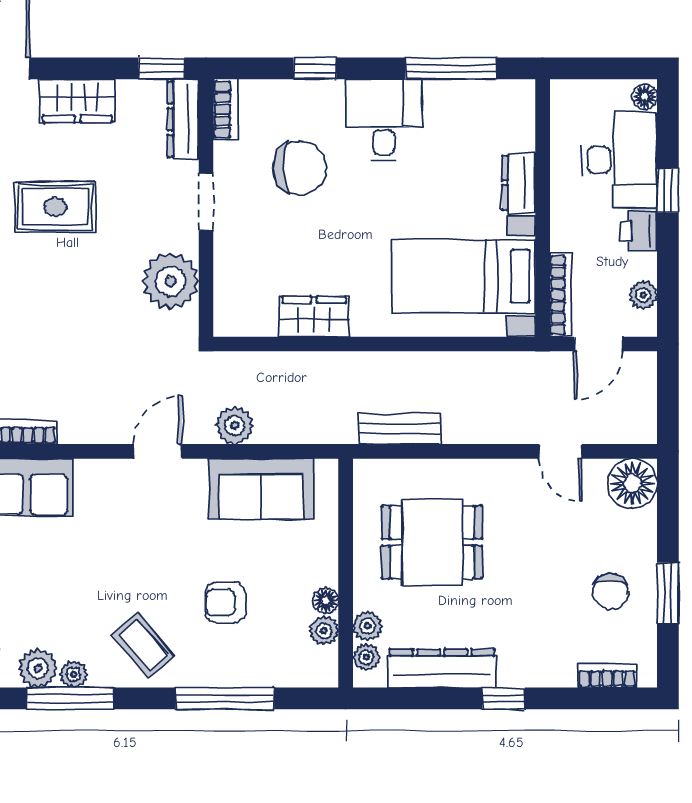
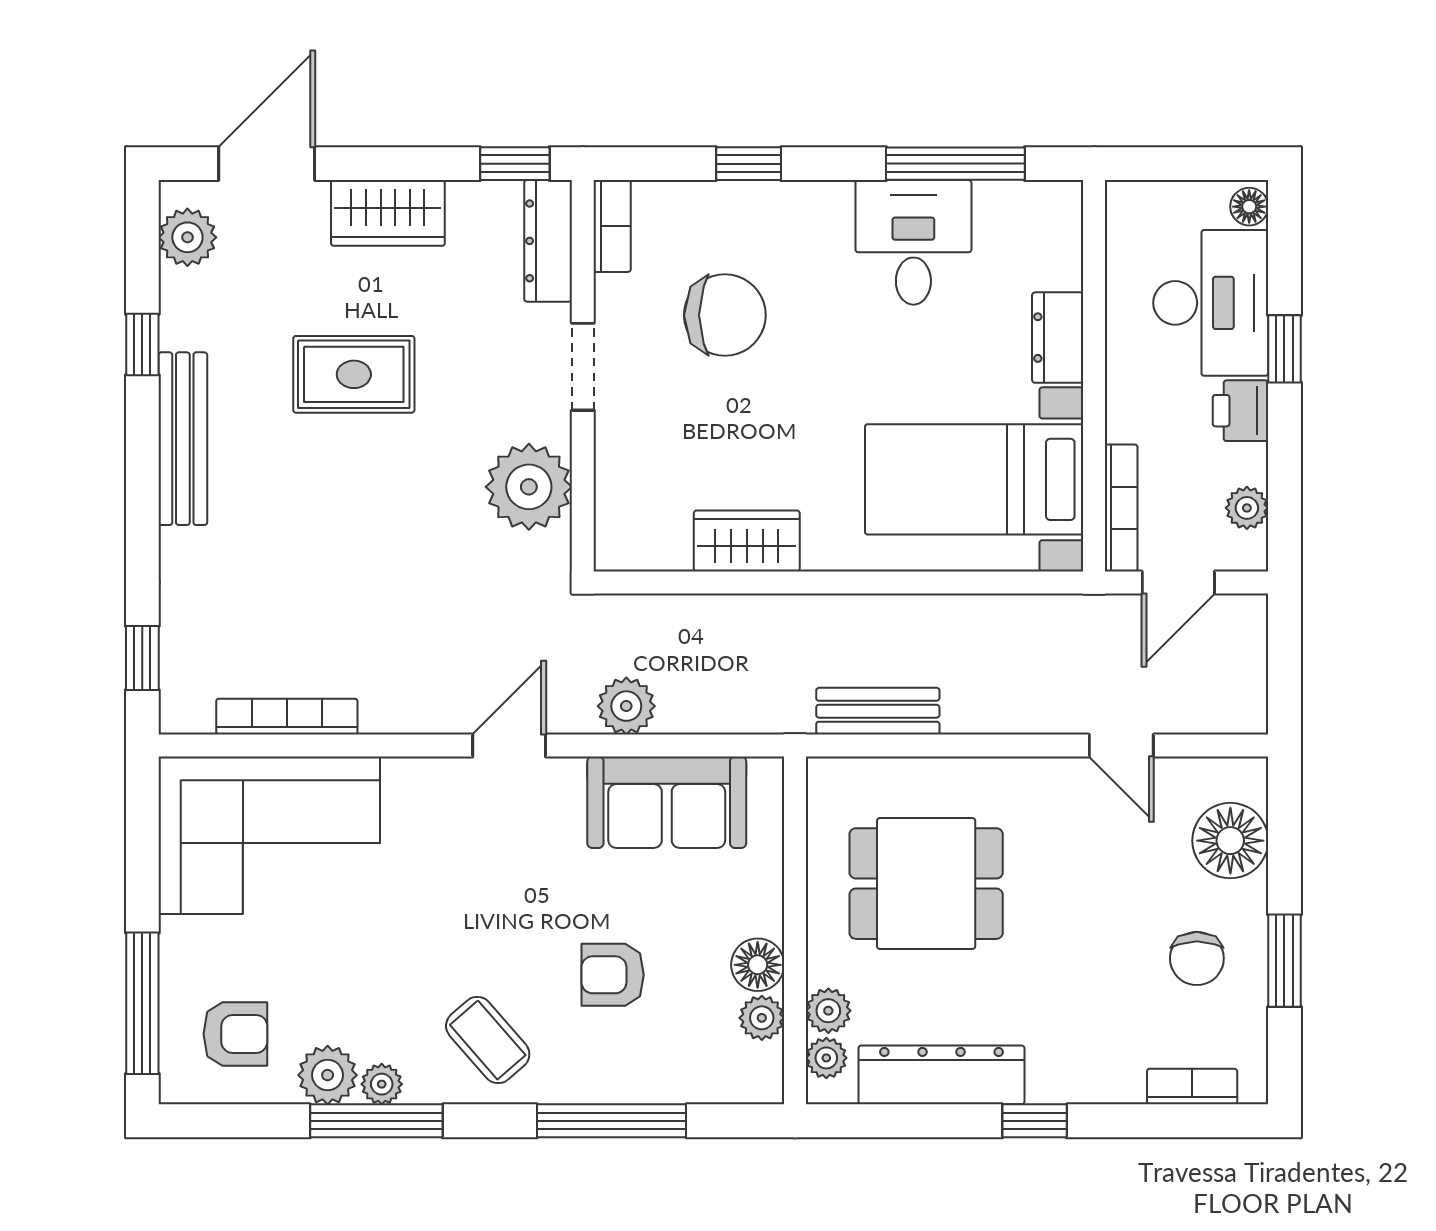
desk: (384, 120) -> (913, 242), moved
floor lamp: (632, 483) -> (1230, 841), moved
floor lamp: (326, 600) -> (758, 965), width x1.37, depth x1.37

